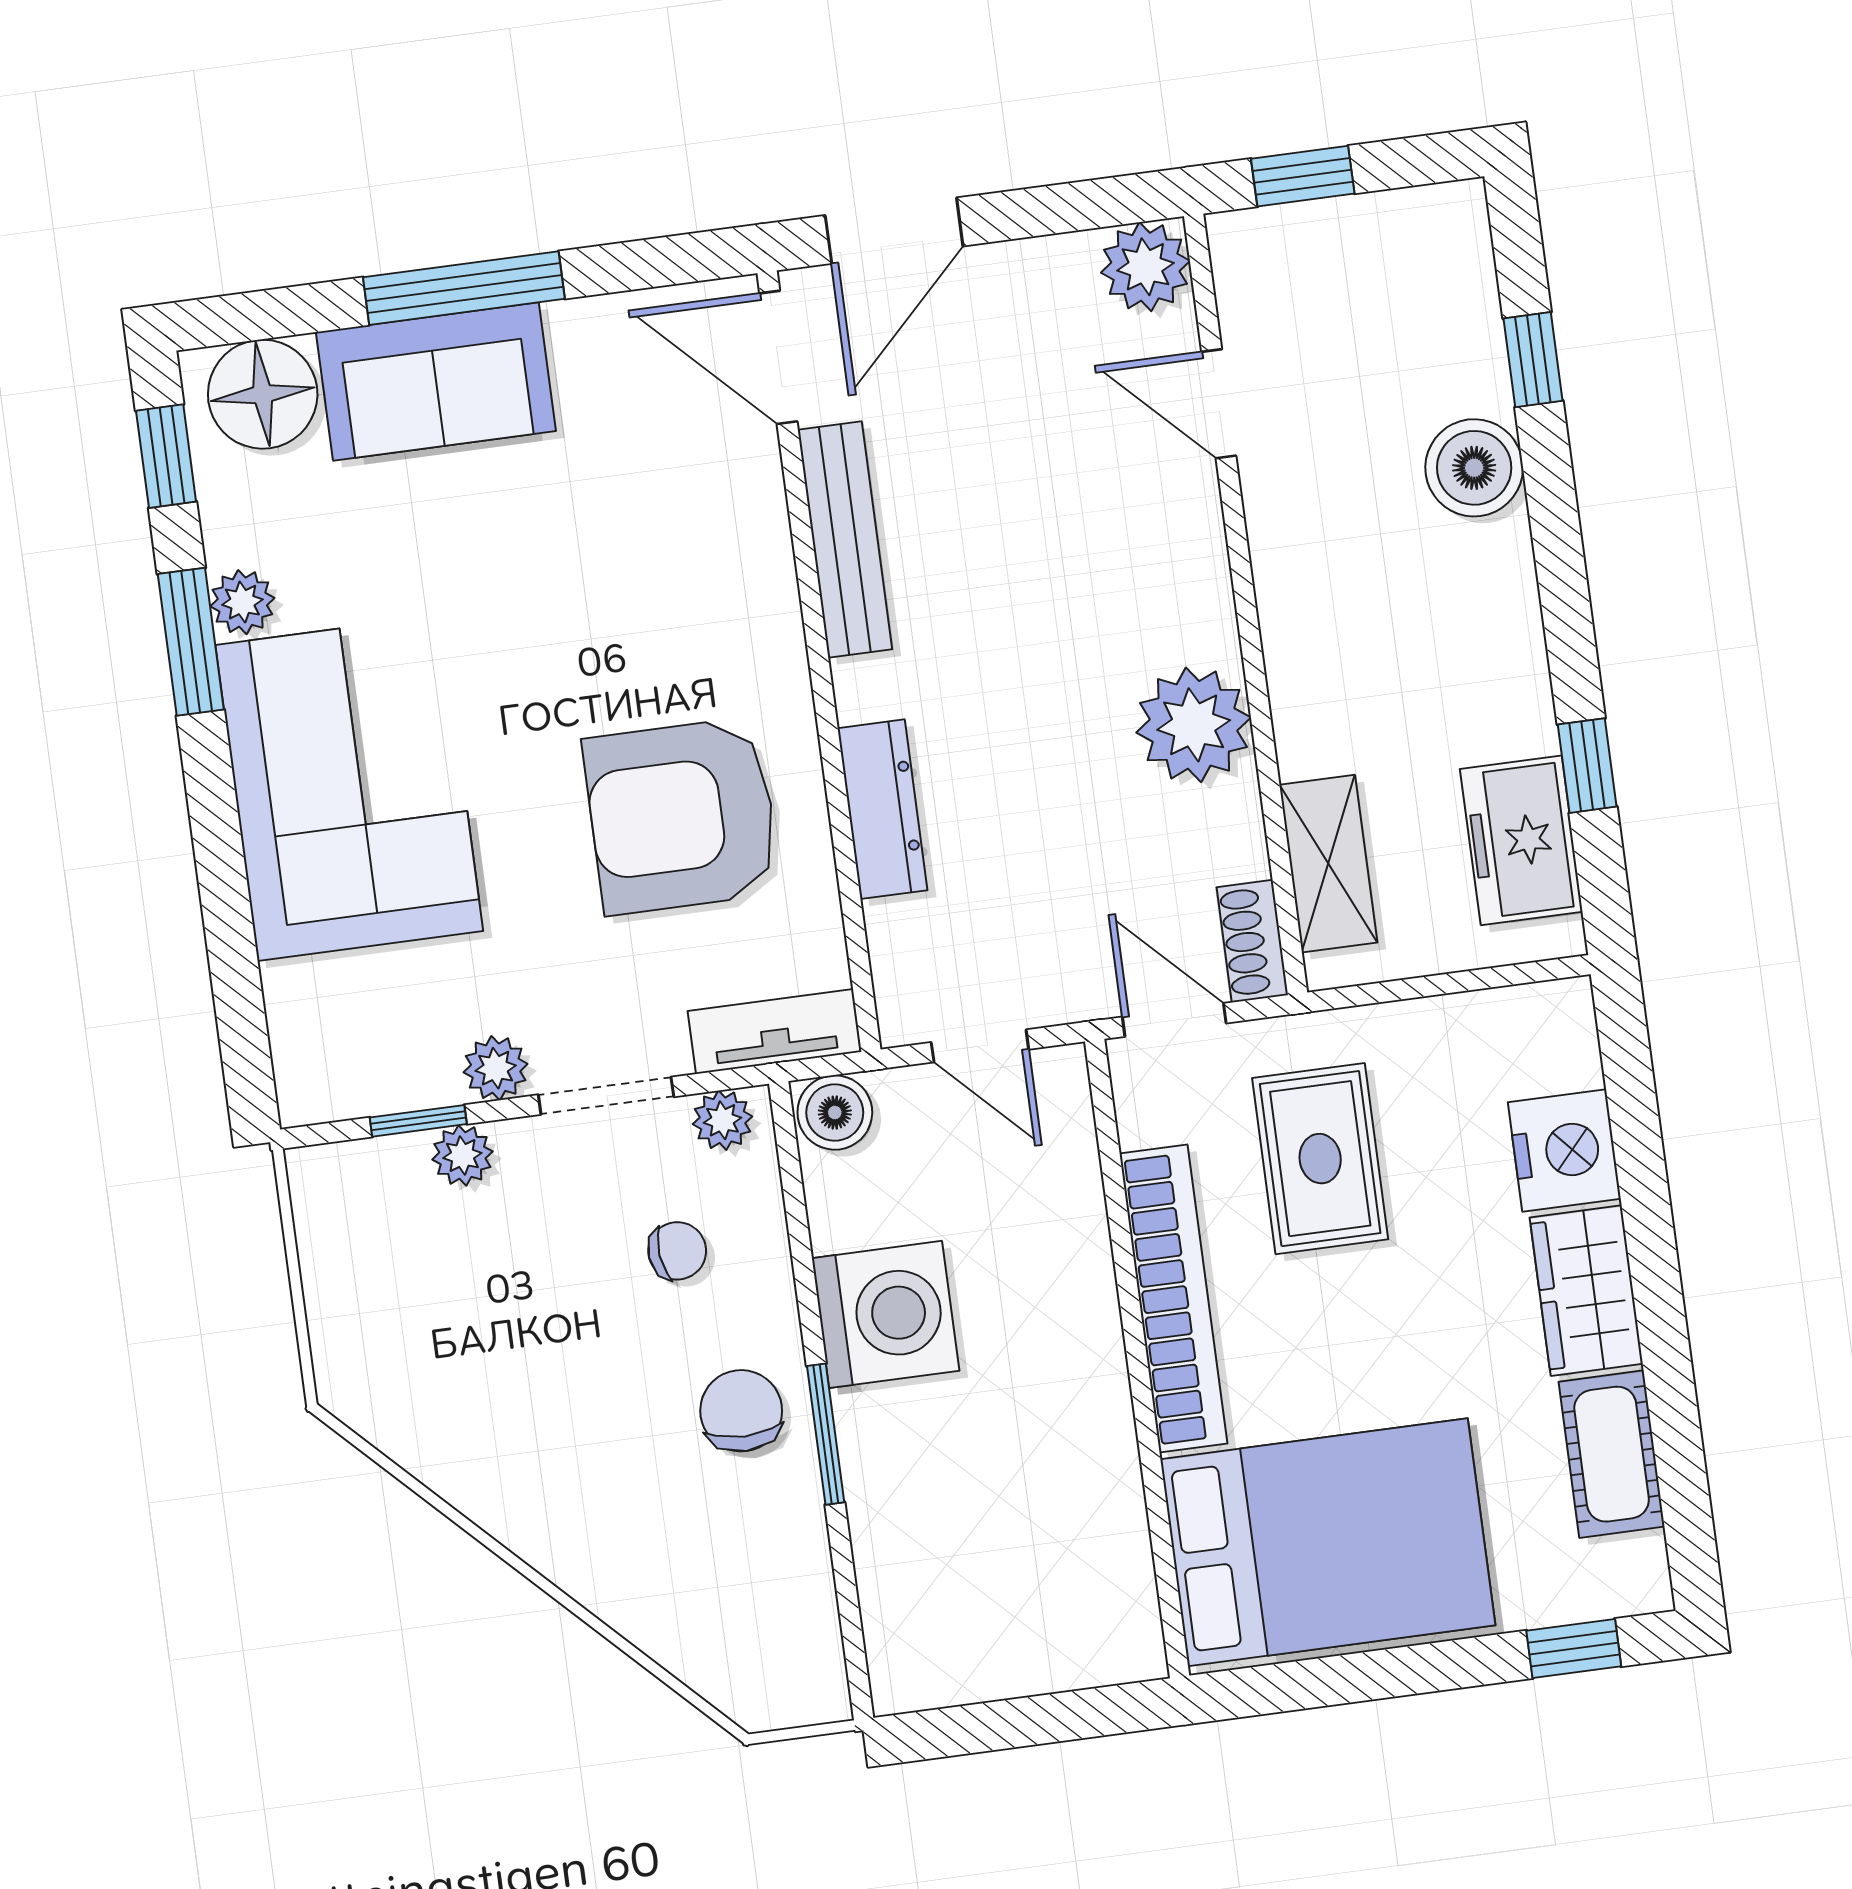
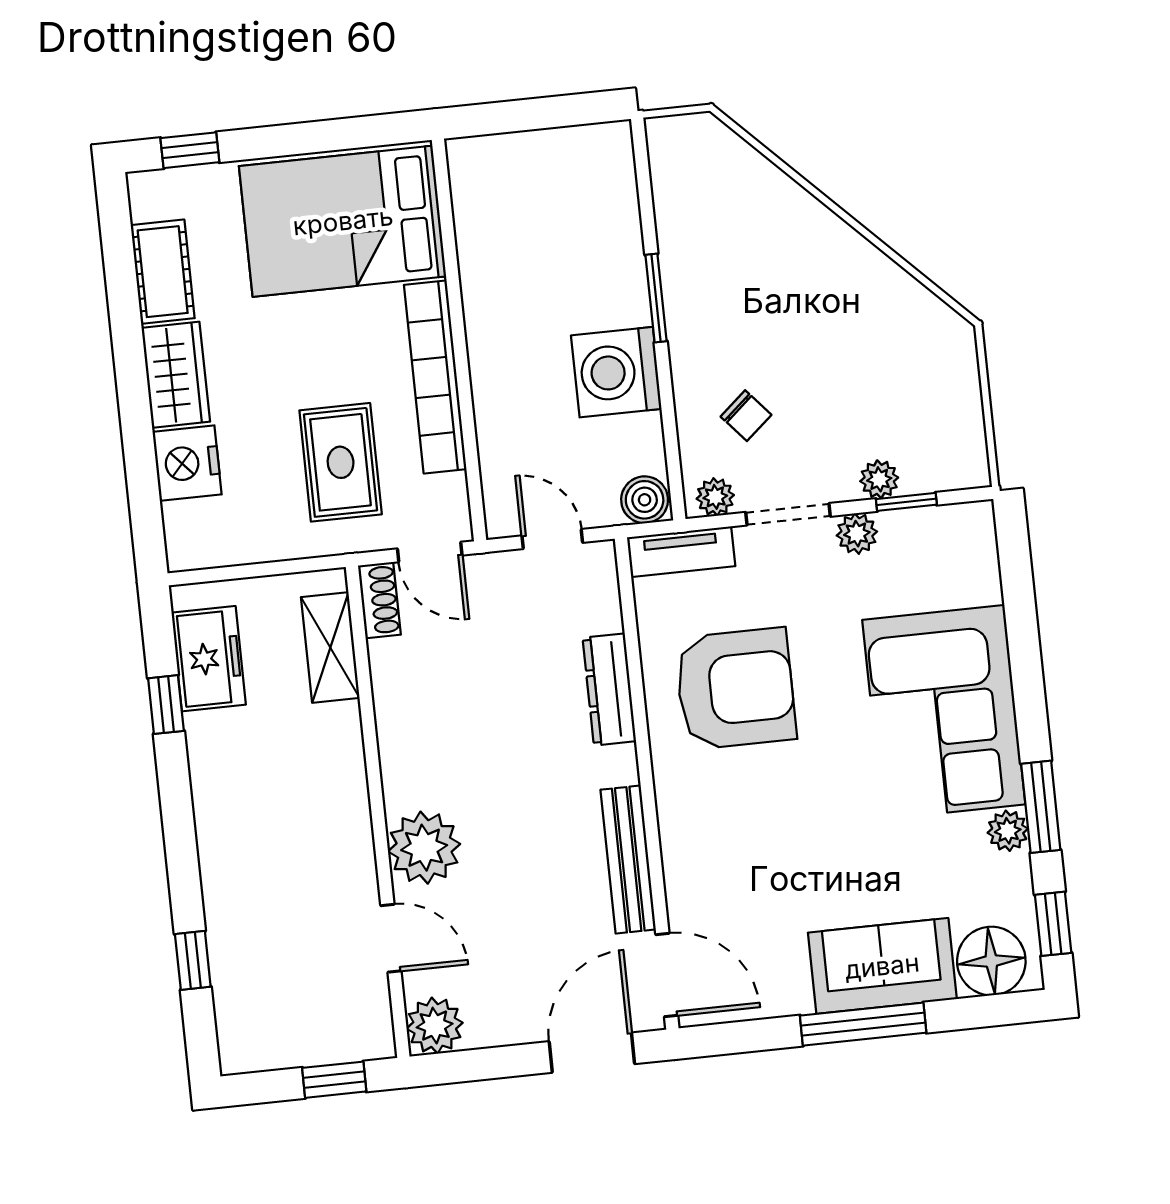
boiler: (1474, 468) -> (232, 894), removed
plant: (1194, 725) -> (424, 848), moved
chair: (677, 1251) -> (746, 416), turned -125
chair: (741, 1411) -> (709, 314), removed

